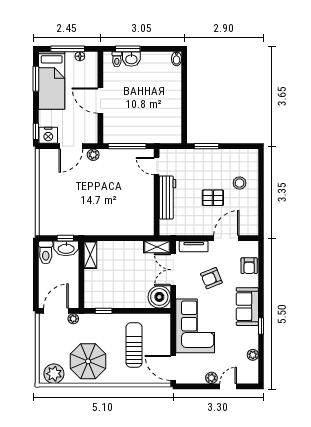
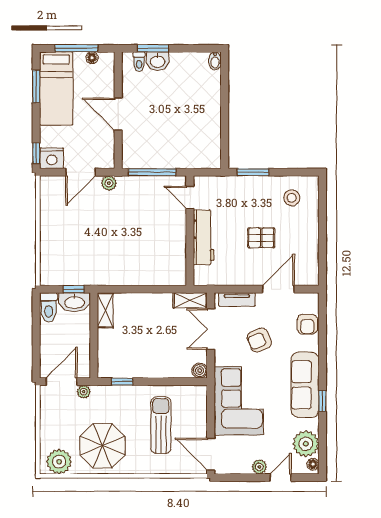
stool: (240, 183) -> (292, 198), moved
boiler: (159, 297) -> (200, 371), width x0.54, depth x0.54
sofa: (247, 307) -> (305, 385), width x1.36
plant: (253, 355) -> (306, 444), width x1.87, depth x1.87
floor lamp: (254, 376) -> (313, 464), added

